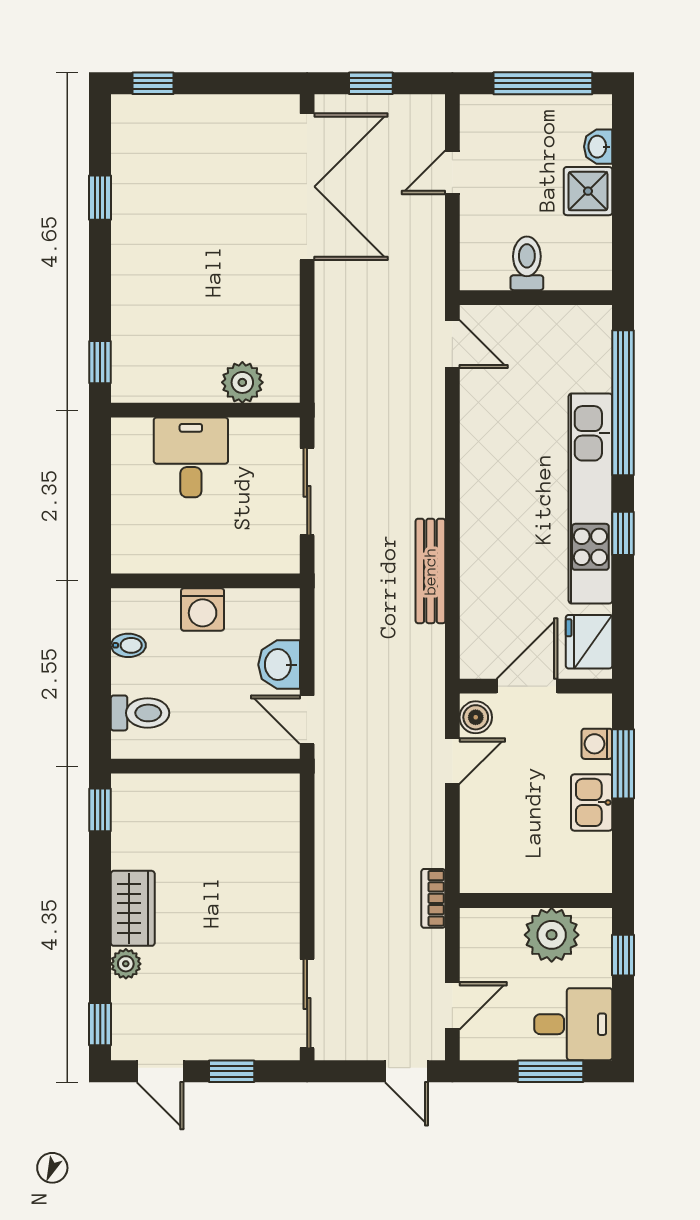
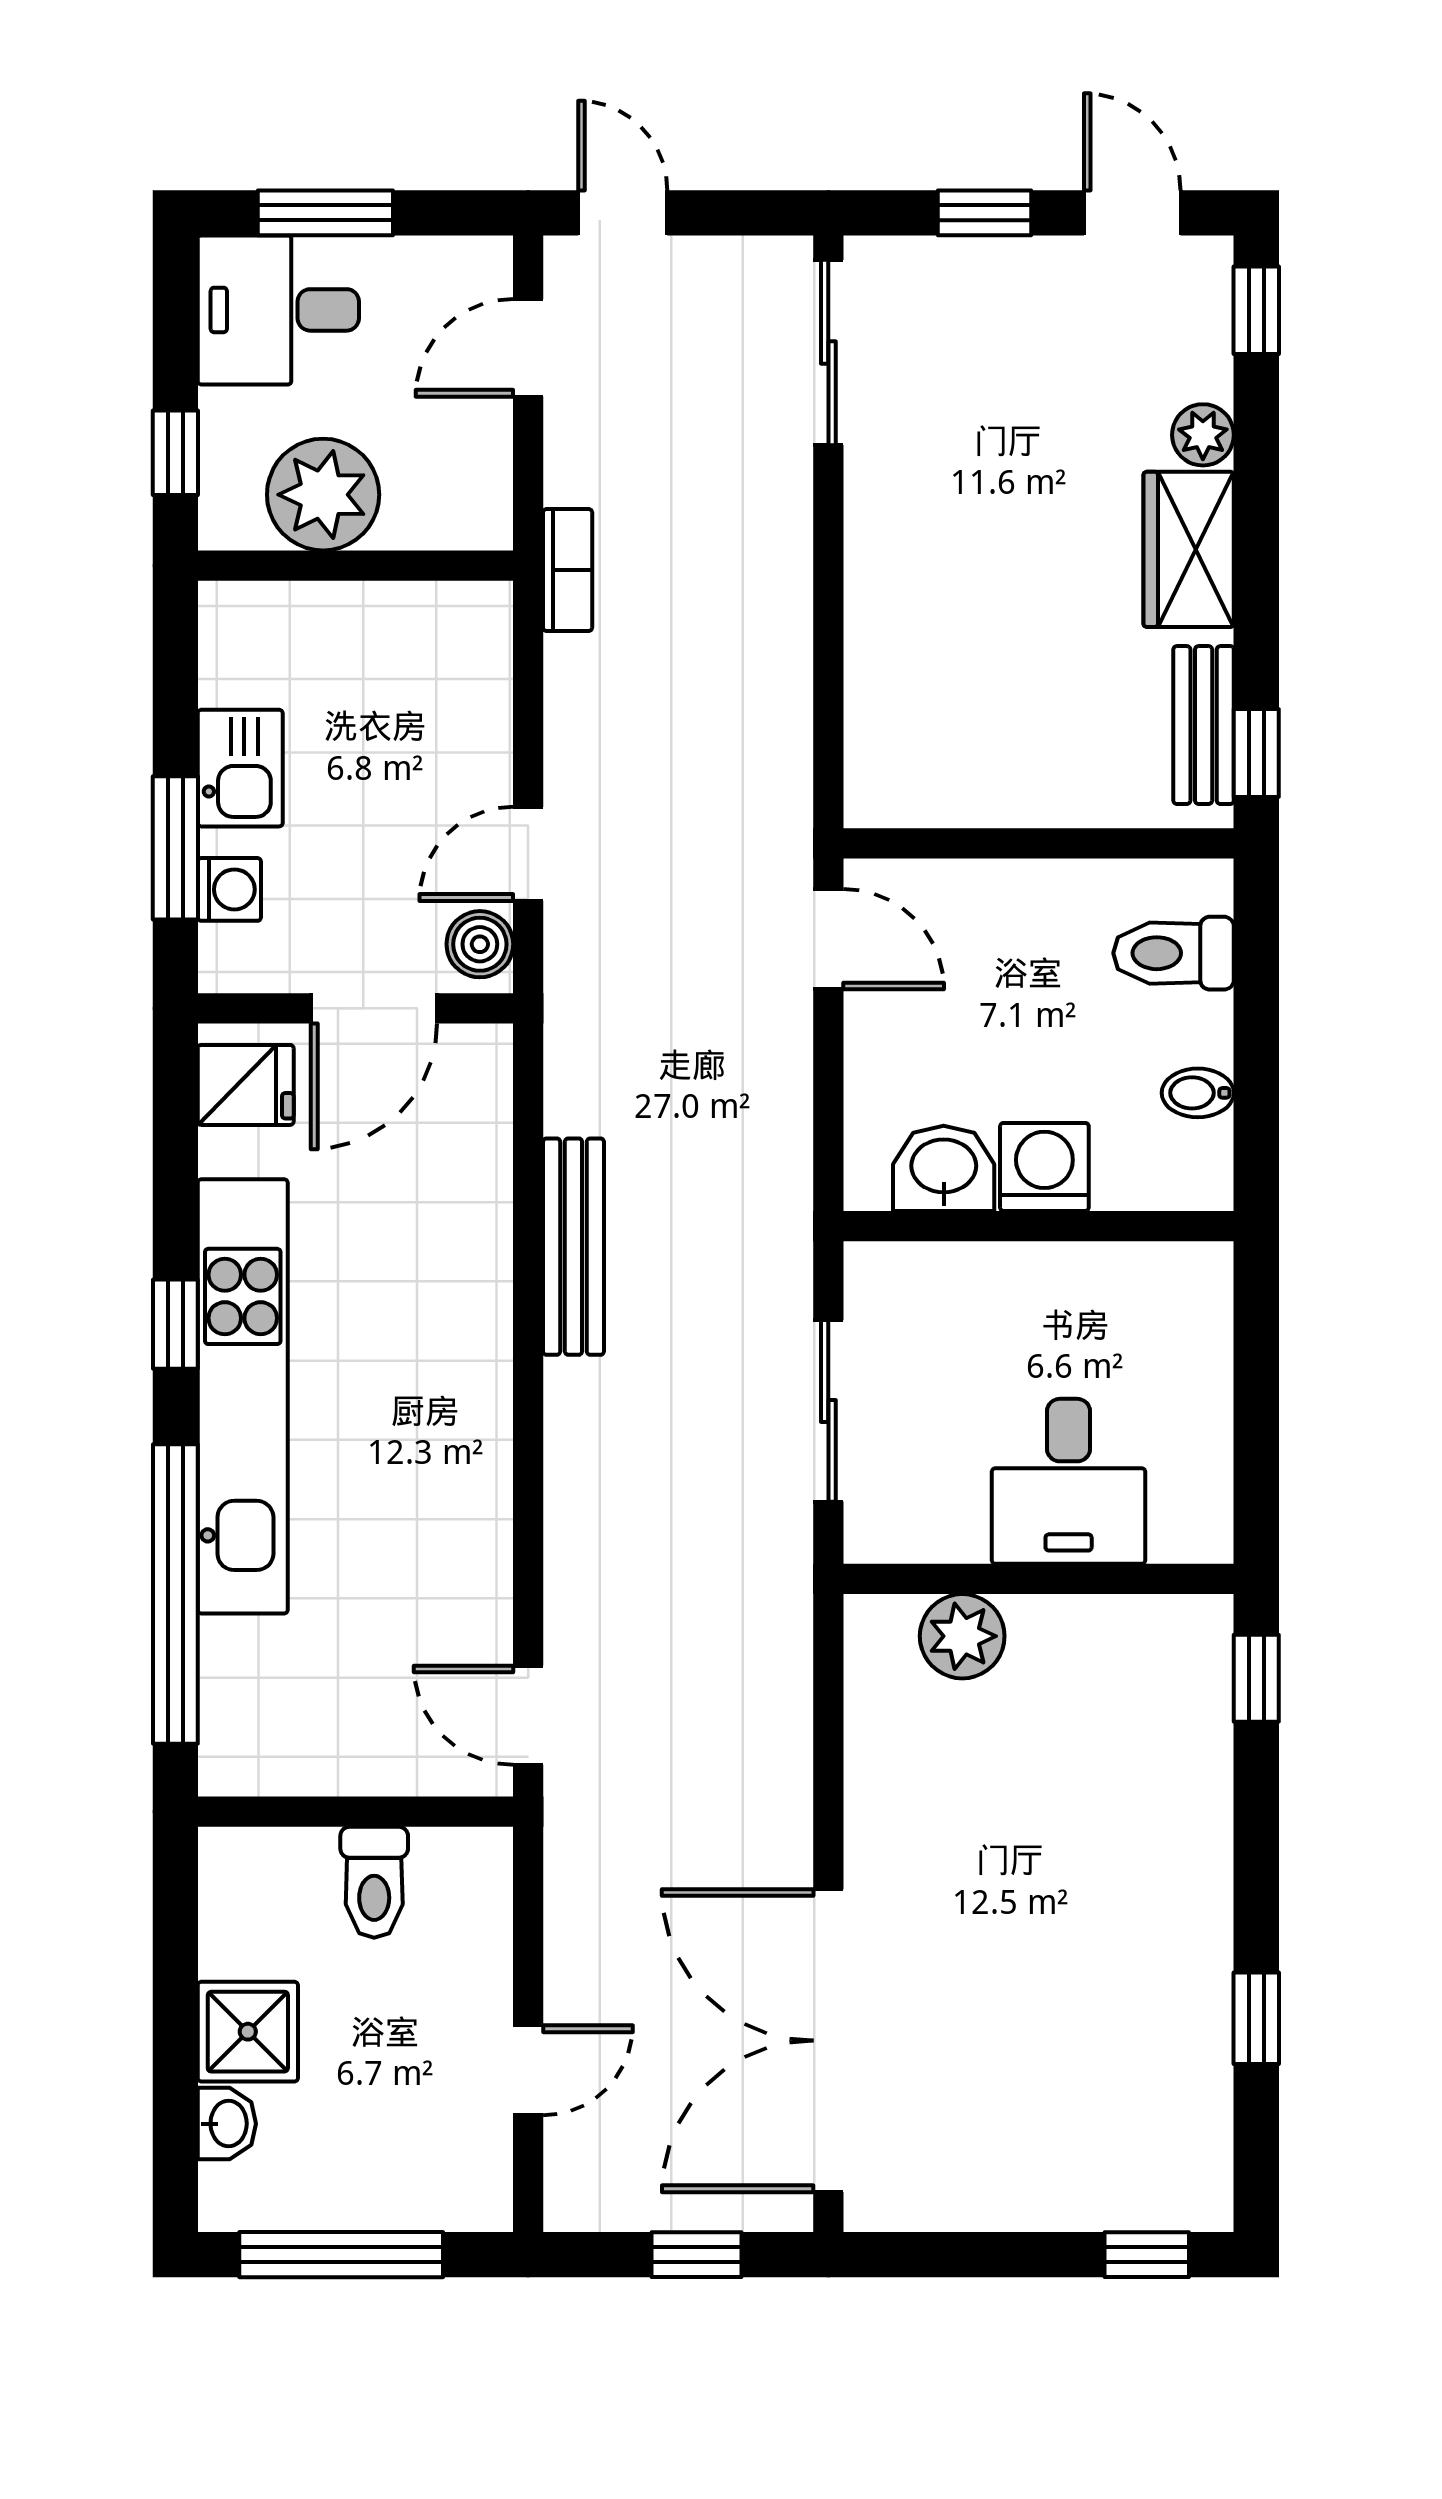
fridge: (589, 642) -> (246, 1085), width x0.72
washbasin: (279, 665) -> (944, 1168), moved, turned -90
bench: (126, 823) -> (1204, 725), added

